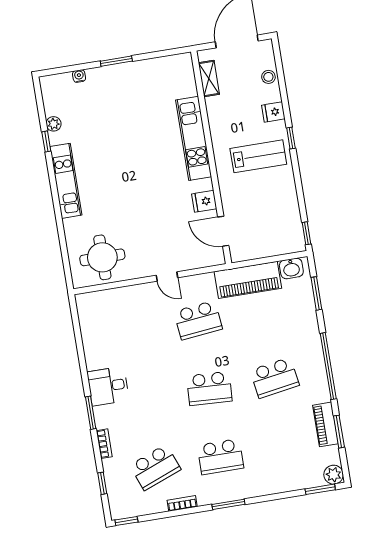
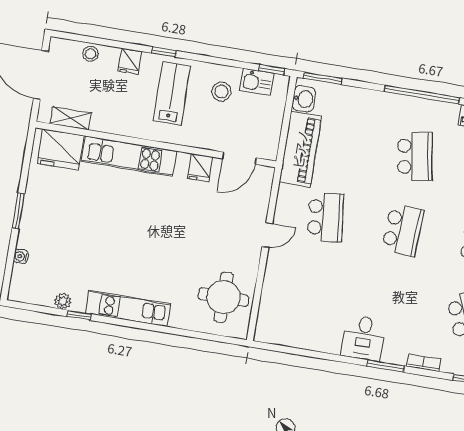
fridge: (180, 79) -> (61, 150), added
stool: (274, 197) -> (221, 91), added
kitchen sink: (292, 224) -> (257, 82), added
window: (316, 293) -> (323, 78), moved

